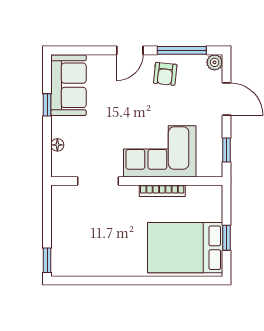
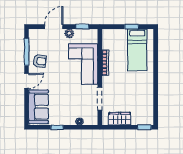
door: (130, 50) -> (27, 81), hinge flipped
plant: (215, 62) -> (69, 33), moved
sofa: (69, 85) -> (39, 107), moved, turned 90
wardrobe: (62, 217) -> (120, 119), added
bed: (185, 248) -> (137, 50), width x0.67

